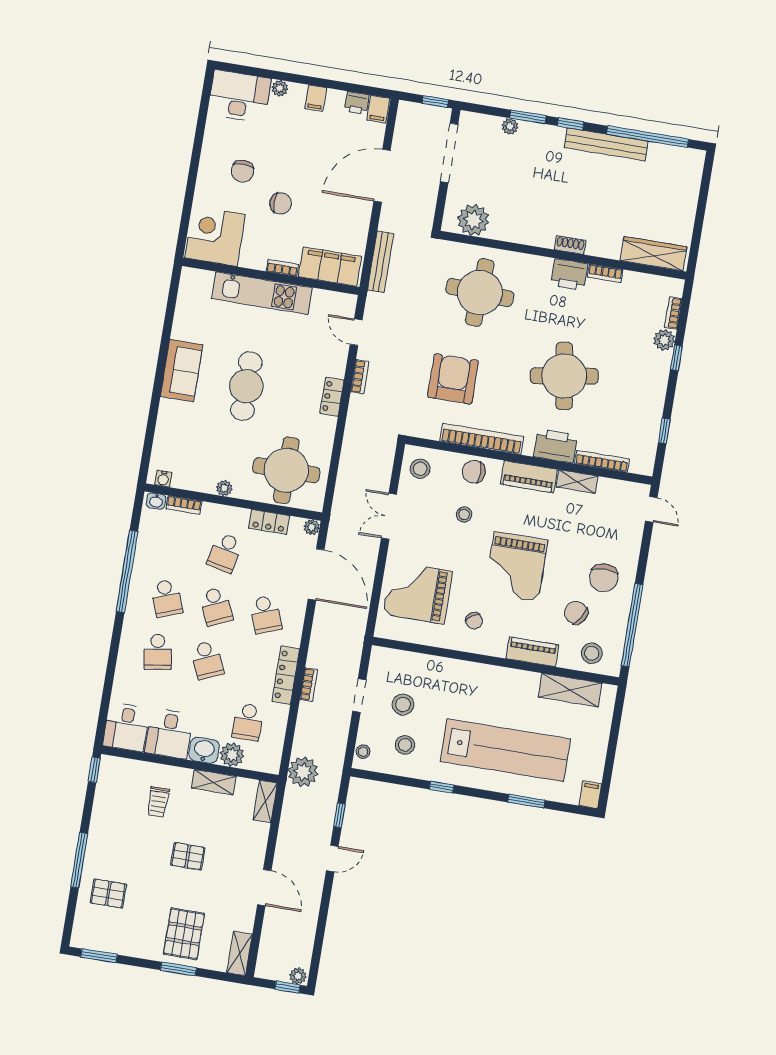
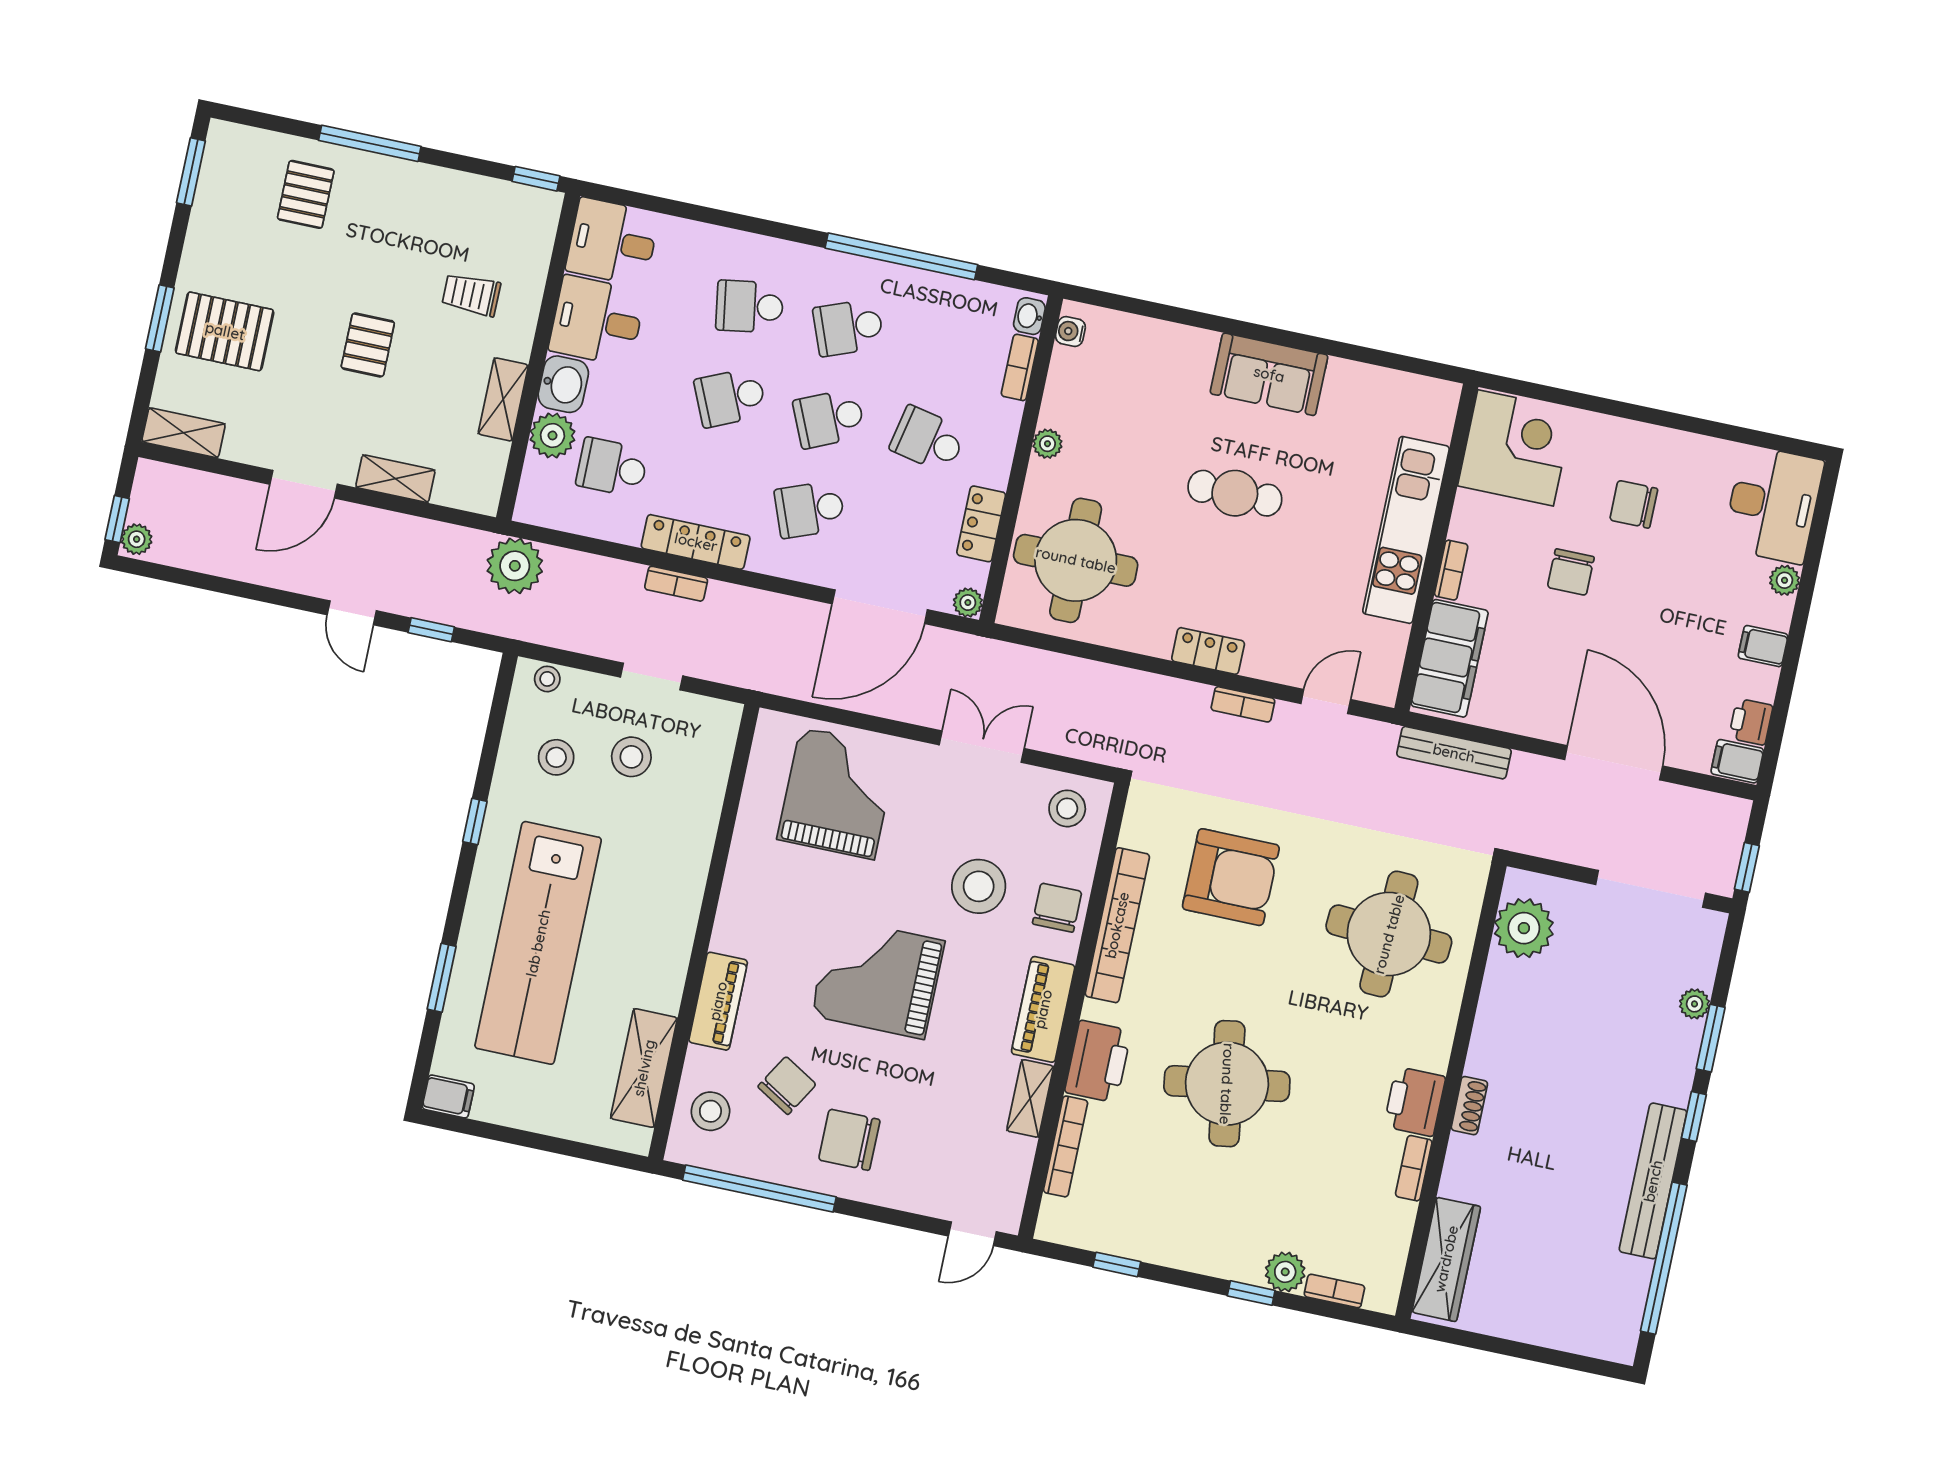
cafe table: (246, 386) -> (1235, 493), width x0.73, depth x0.74
stool: (464, 514) -> (979, 886), width x1.89, depth x1.89
chair: (474, 621) -> (781, 896), removed
shelving: (265, 801) -> (395, 479), moved

